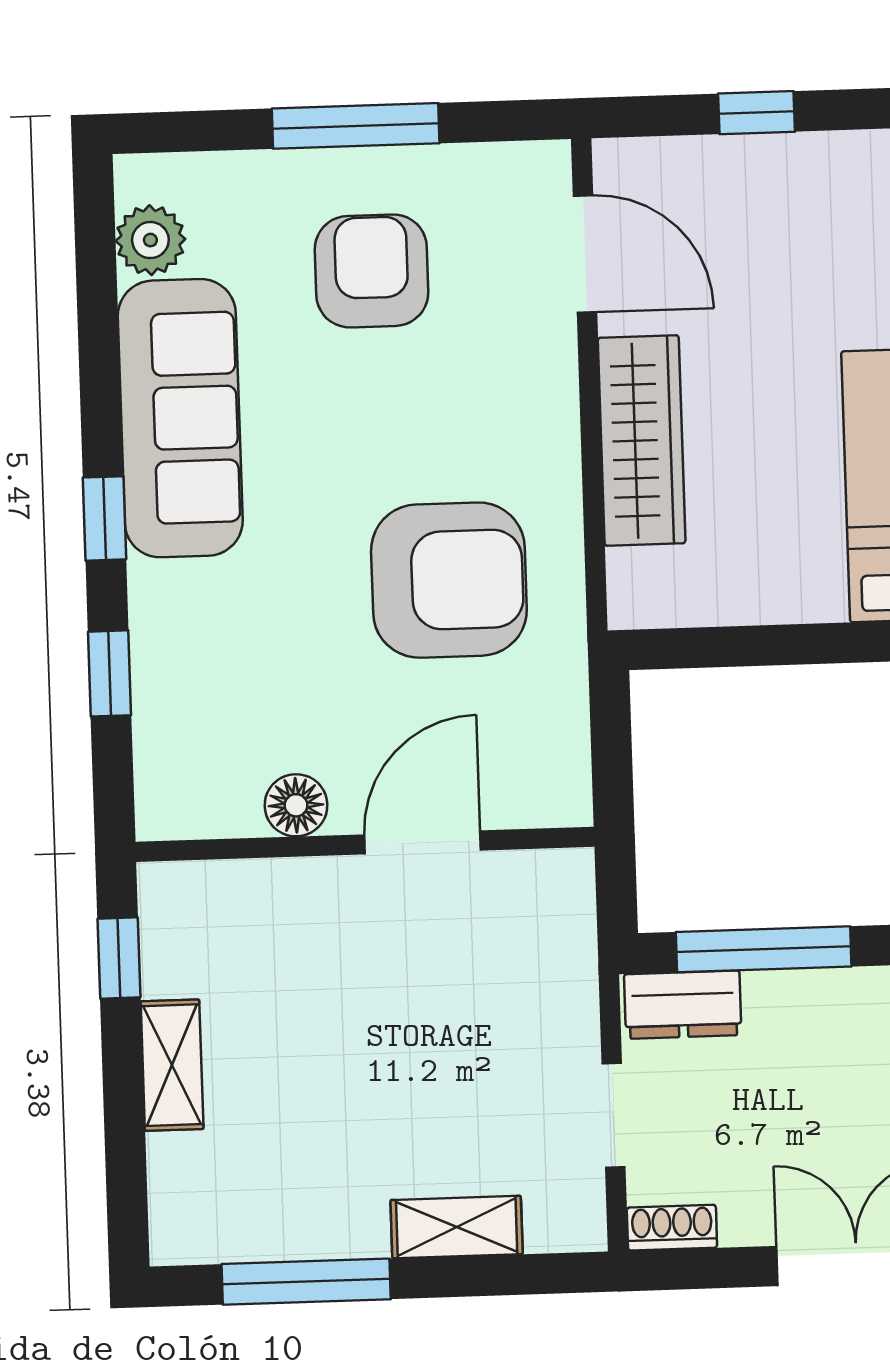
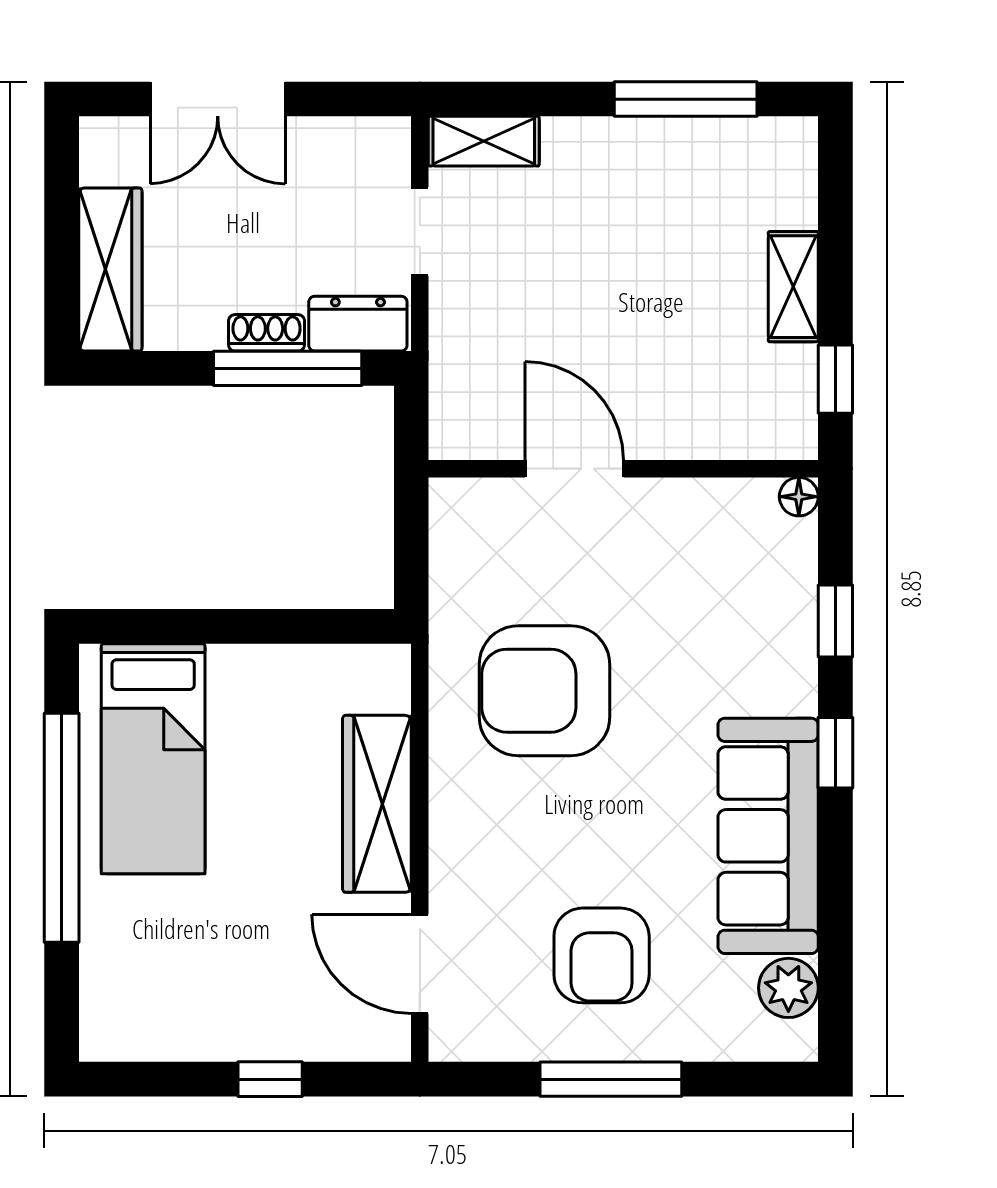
floor lamp: (296, 805) -> (799, 497), moved, width x0.73, depth x0.73
door: (423, 842) -> (574, 469), swing flipped
shelving: (457, 1227) -> (484, 141), moved
shoe rack: (672, 1228) -> (267, 333), moved, turned 180

